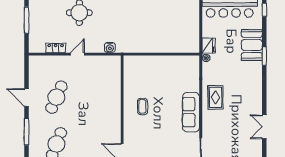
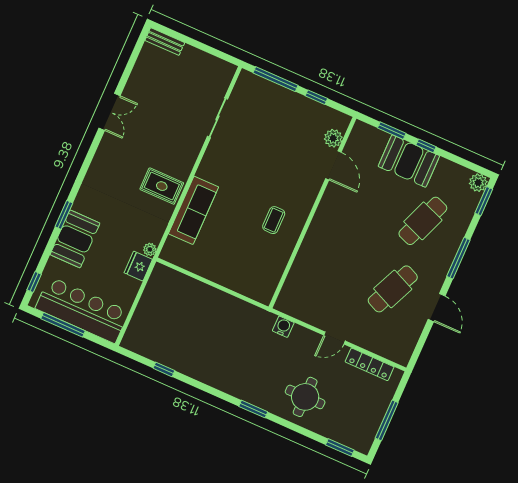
locker: (56, 48) -> (370, 364), width x1.53
rug: (215, 97) -> (162, 186), turned 90
sofa: (191, 112) -> (193, 210), moved

